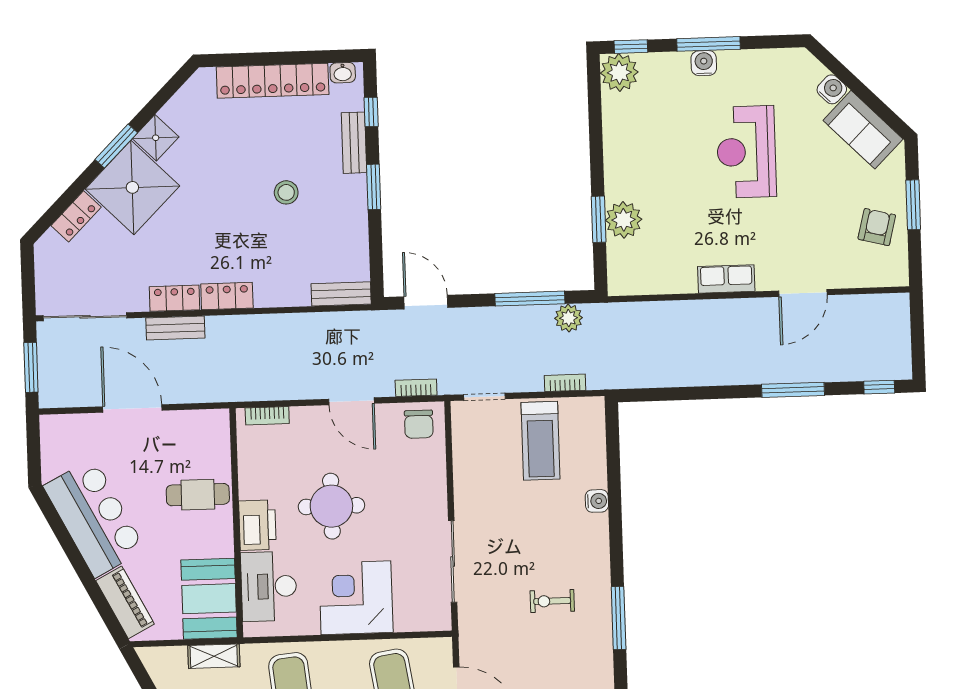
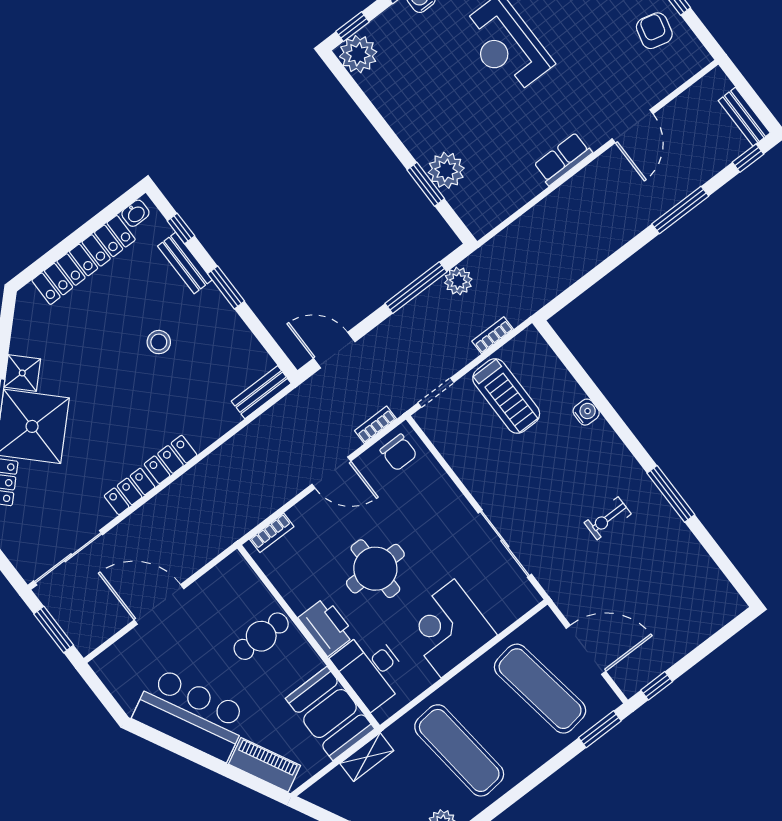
bench: (175, 328) -> (744, 117), moved, turned 90

